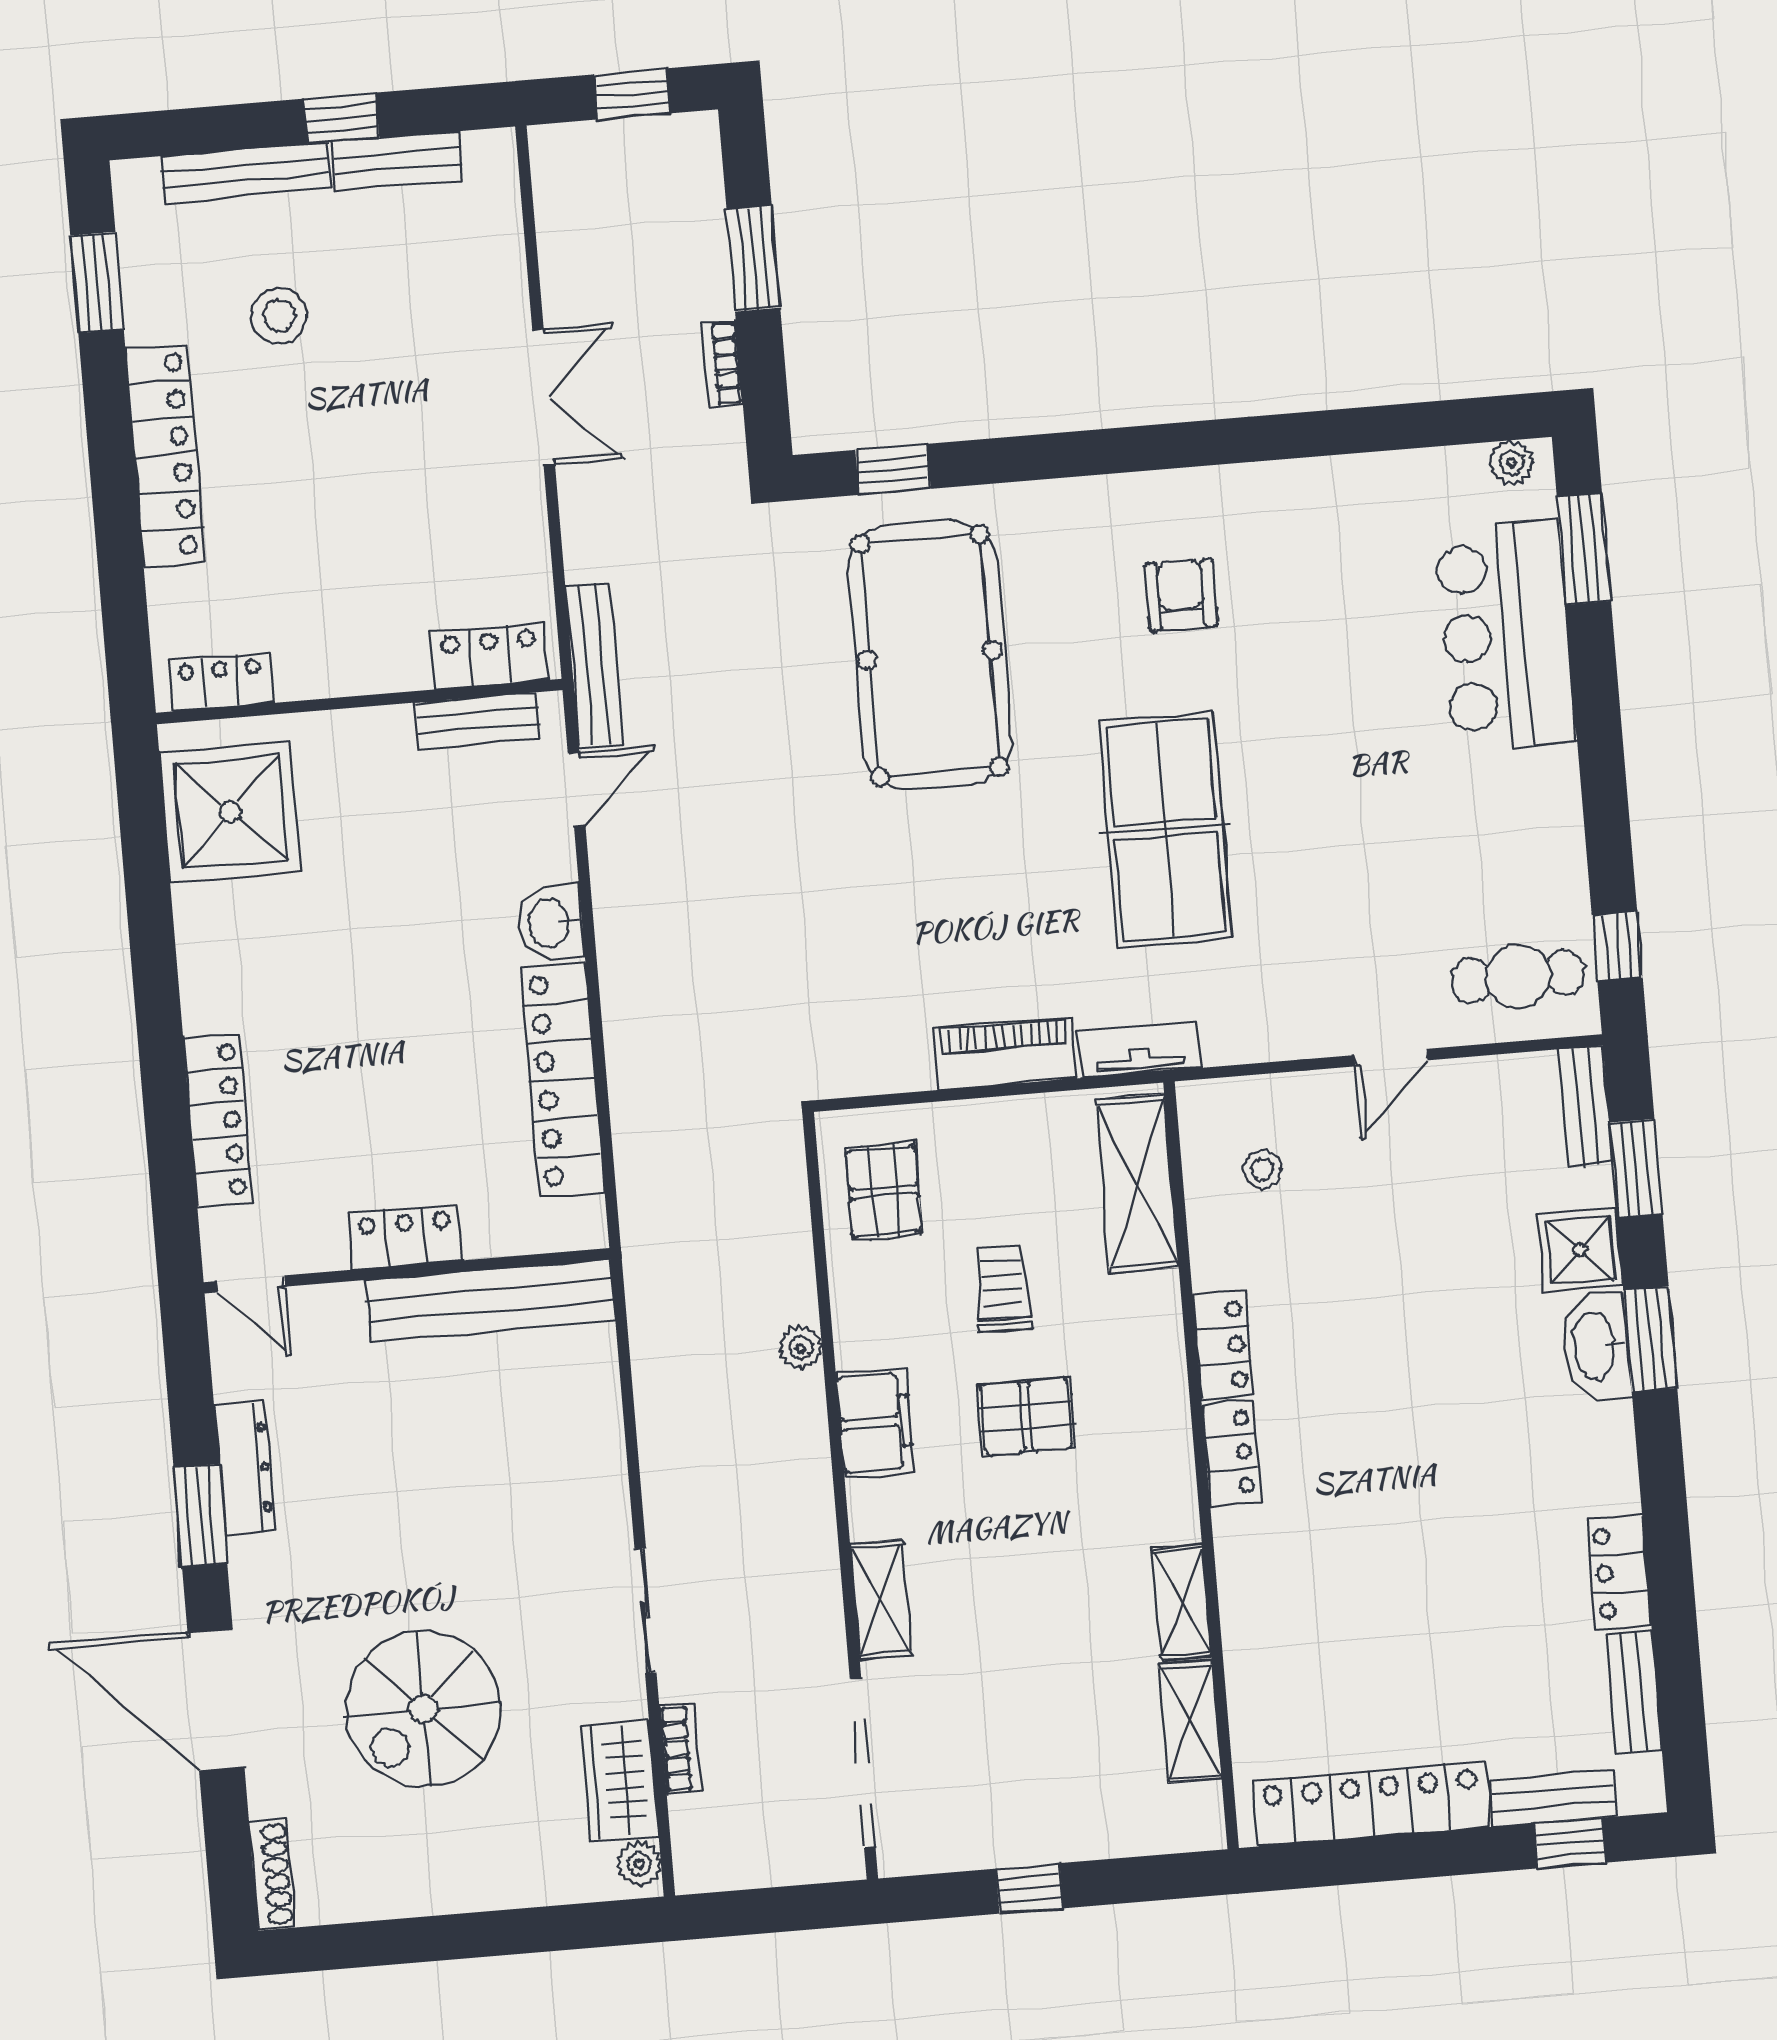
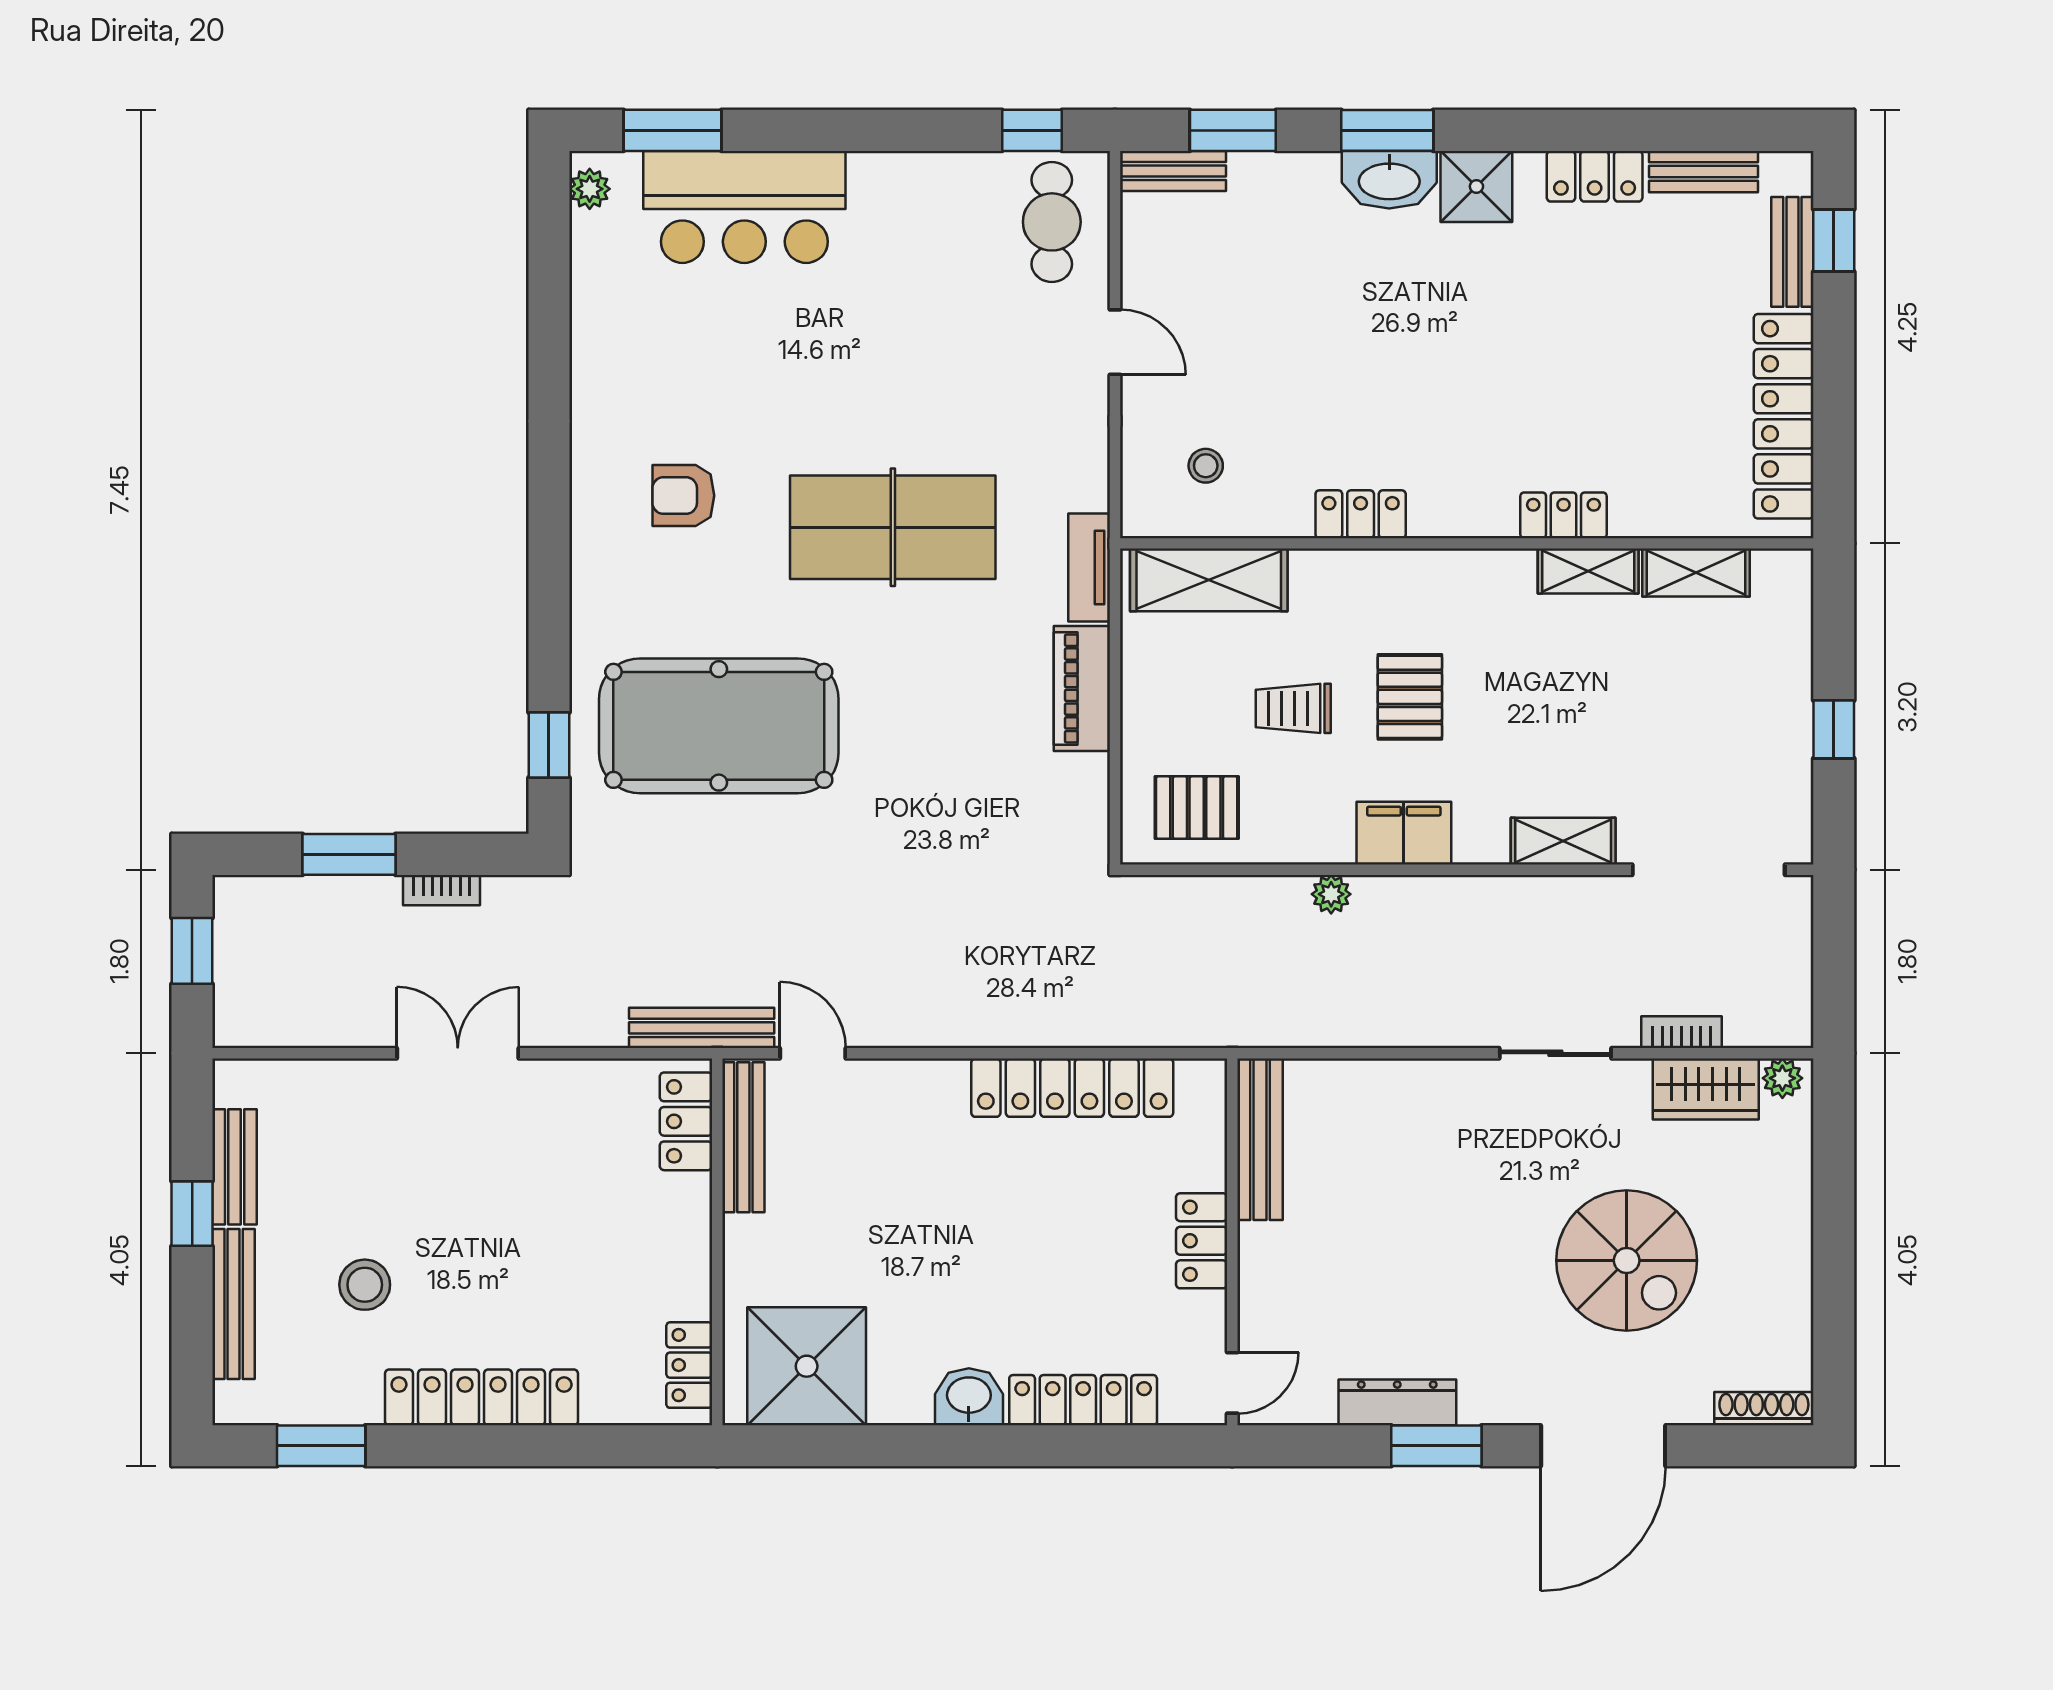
bench: (477, 721) -> (743, 1137), width x1.36
washbasin: (550, 923) -> (969, 1397), moved, turned 180
shower: (1580, 1250) -> (1476, 186), moved
bench: (491, 1300) -> (1260, 1139), width x0.73, depth x0.82
locker: (1231, 1453) -> (1564, 515), moved

